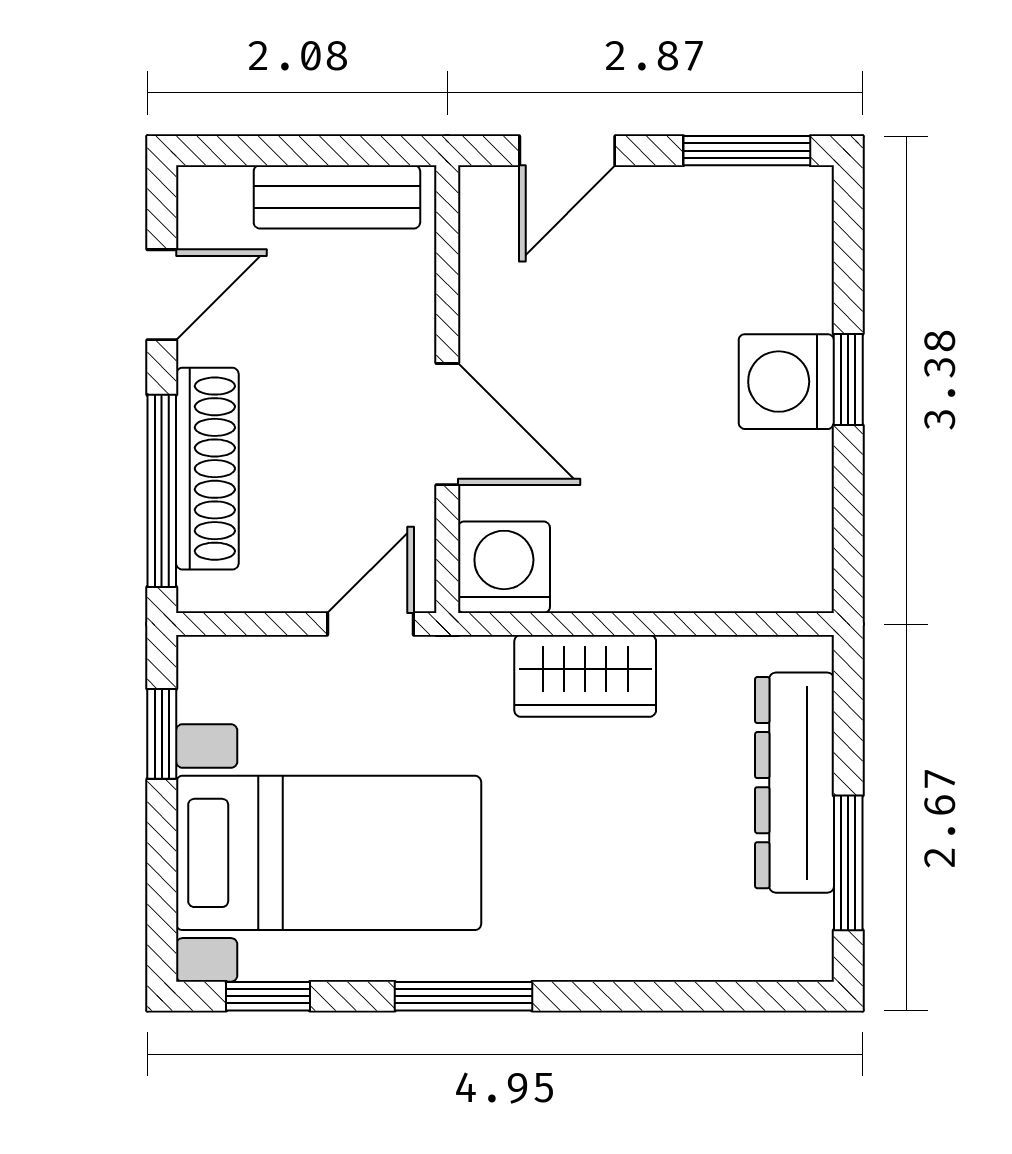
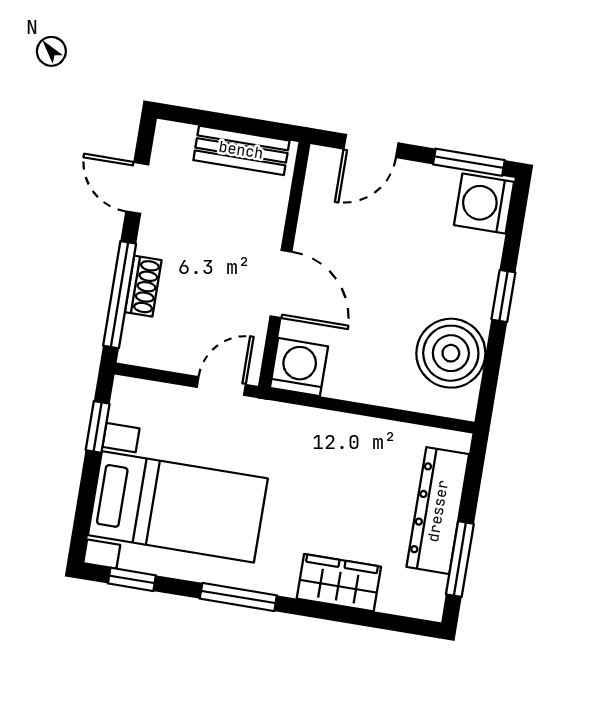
door: (162, 295) -> (137, 188), swing flipped
washing machine: (786, 382) -> (484, 203), moved
shoe rack: (207, 469) -> (143, 286), width x0.51, depth x0.81
boiler: (771, 497) -> (451, 353), added
wardrobe: (585, 676) -> (339, 583), moved, turned 180

